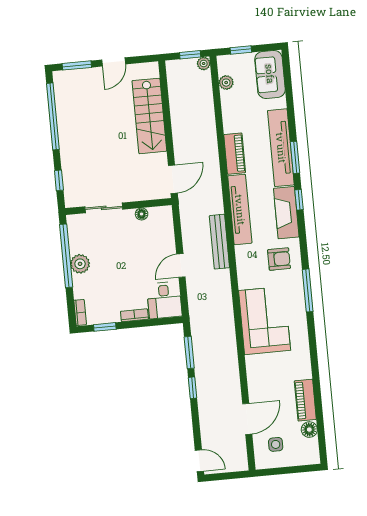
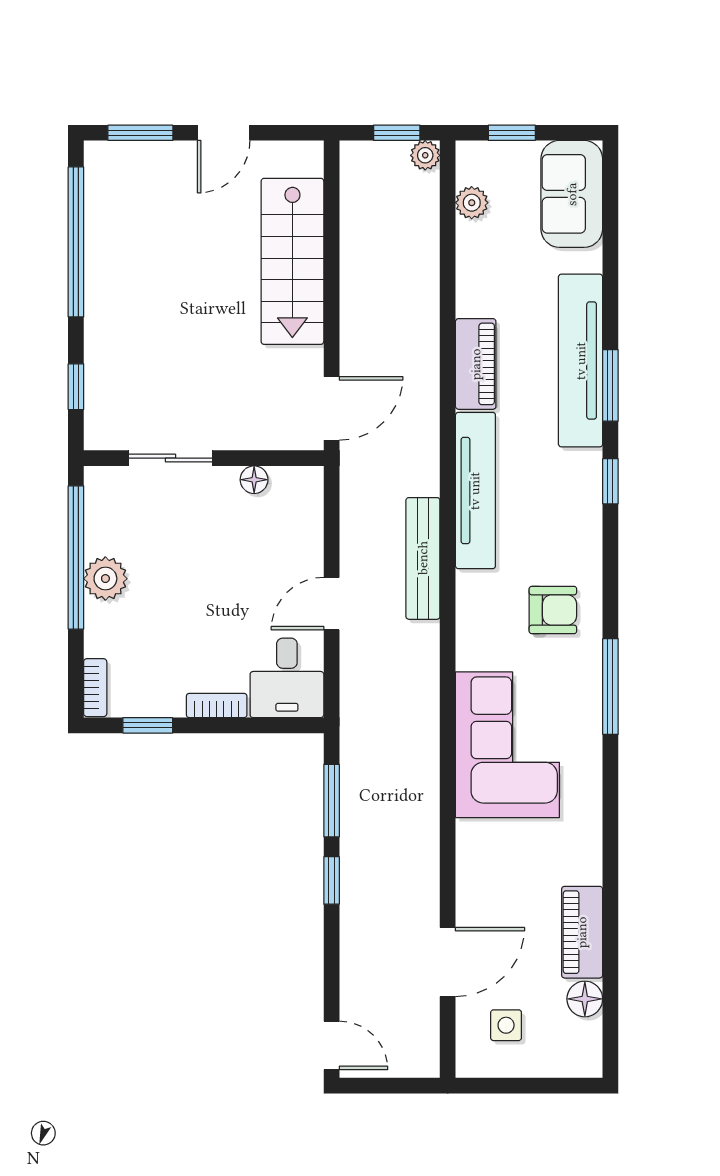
fireplace: (286, 213) -> (579, 507), removed

